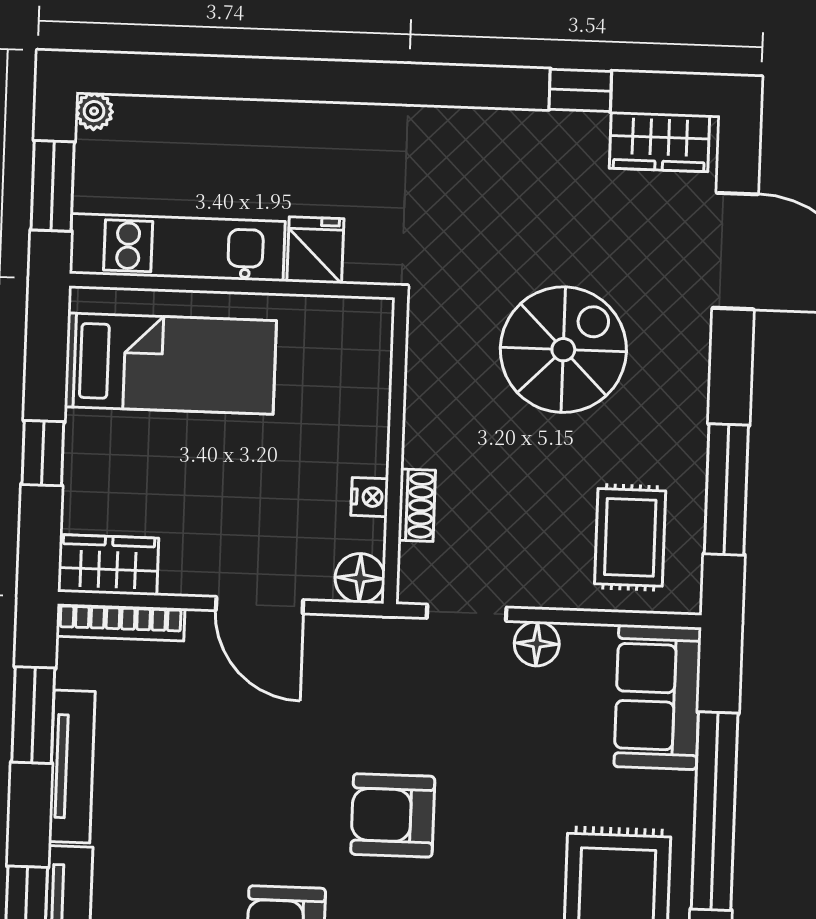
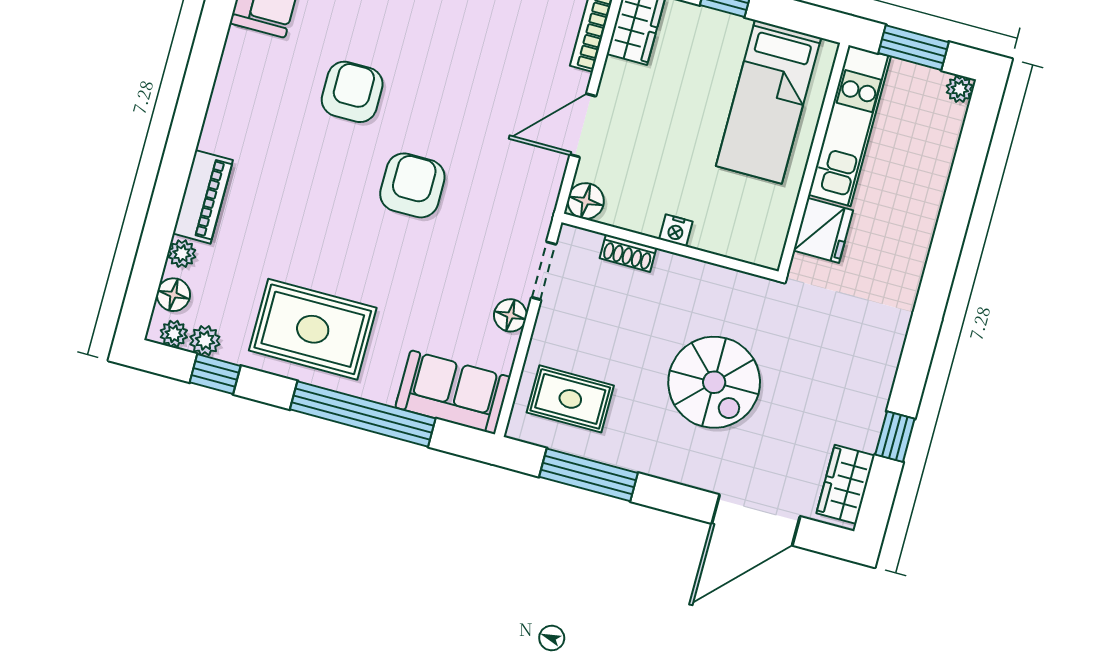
fridge: (315, 250) -> (823, 230), width x1.38
nightstand: (370, 497) -> (676, 230), moved

